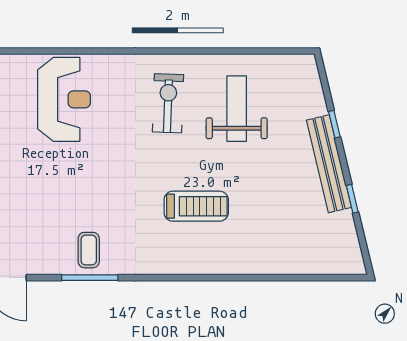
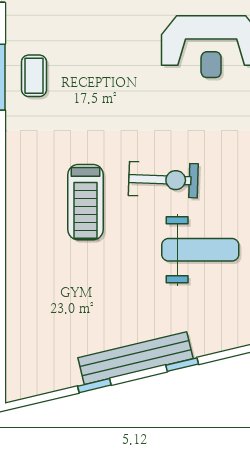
exercise bike: (168, 103) -> (163, 180), moved
coffee table: (89, 250) -> (34, 76), turned 90

